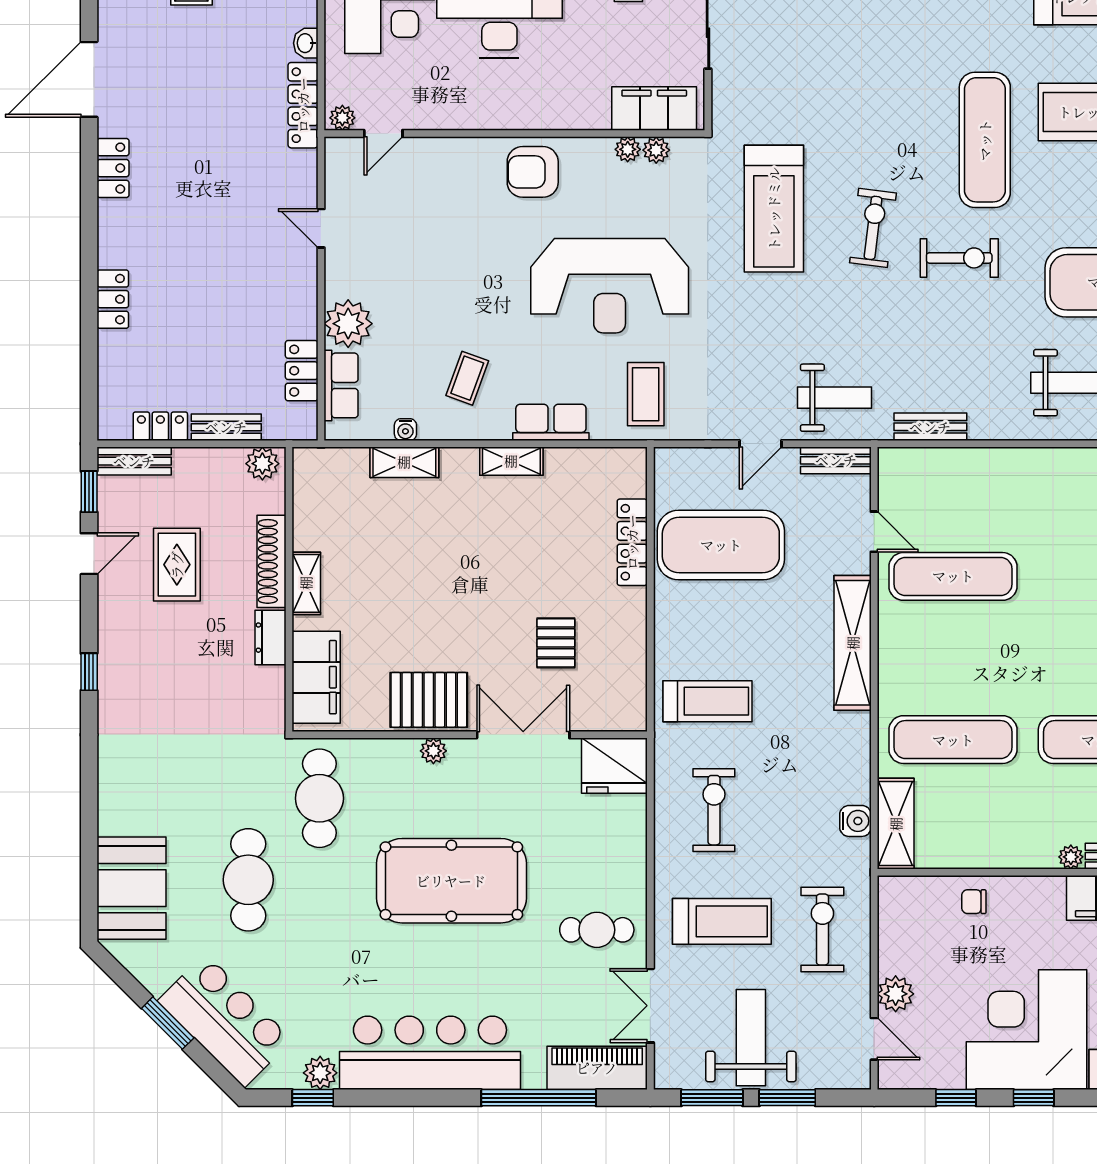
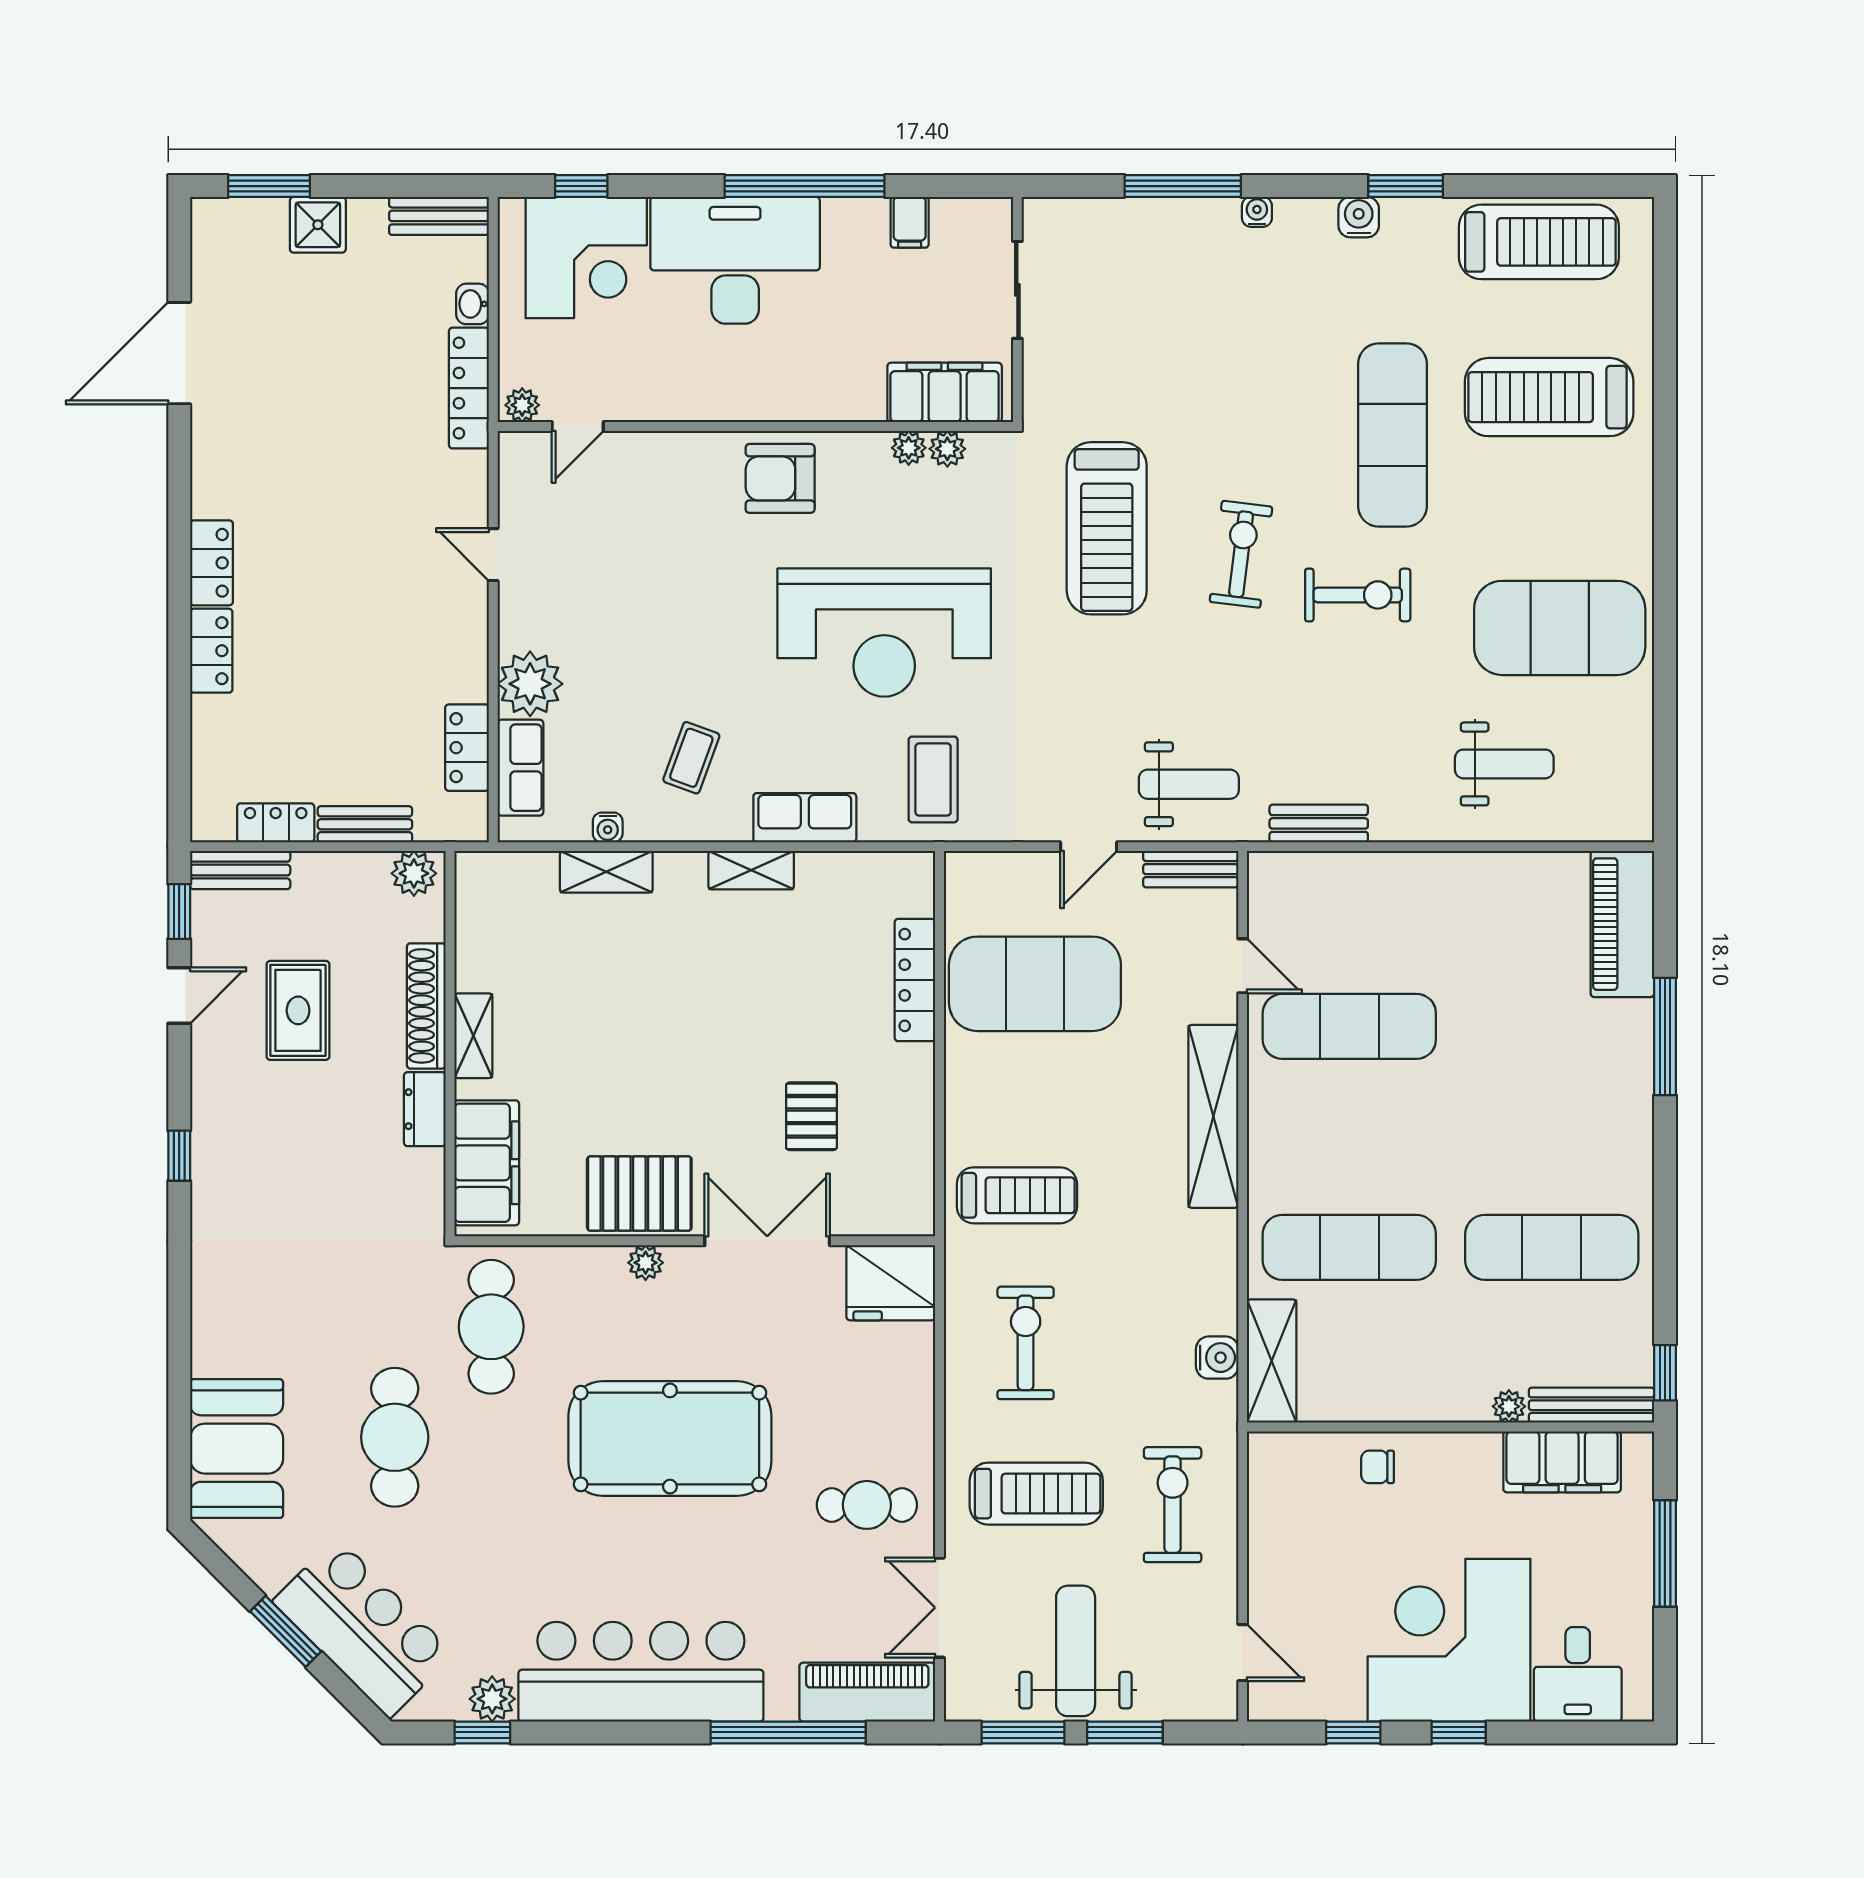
locker: (113, 168) -> (211, 563), moved
plant: (896, 994) -> (1271, 1592), removed

